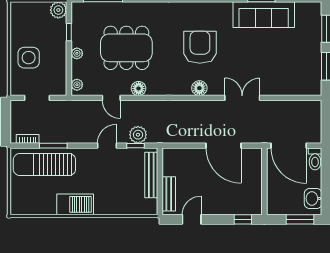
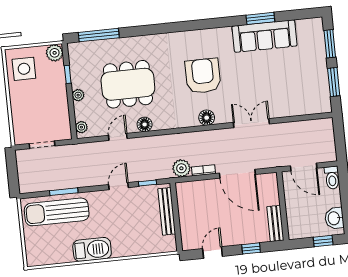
side table: (29, 58) -> (24, 69), moved
door: (111, 98) -> (118, 137), swing flipped
plant: (138, 135) -> (181, 168), moved
bookcase: (28, 139) -> (203, 170), moved
door: (289, 146) -> (304, 167), width x0.73
bench: (169, 194) -> (275, 223), moved
window: (243, 219) -> (251, 248), moved
window: (300, 219) -> (323, 241), width x0.67

